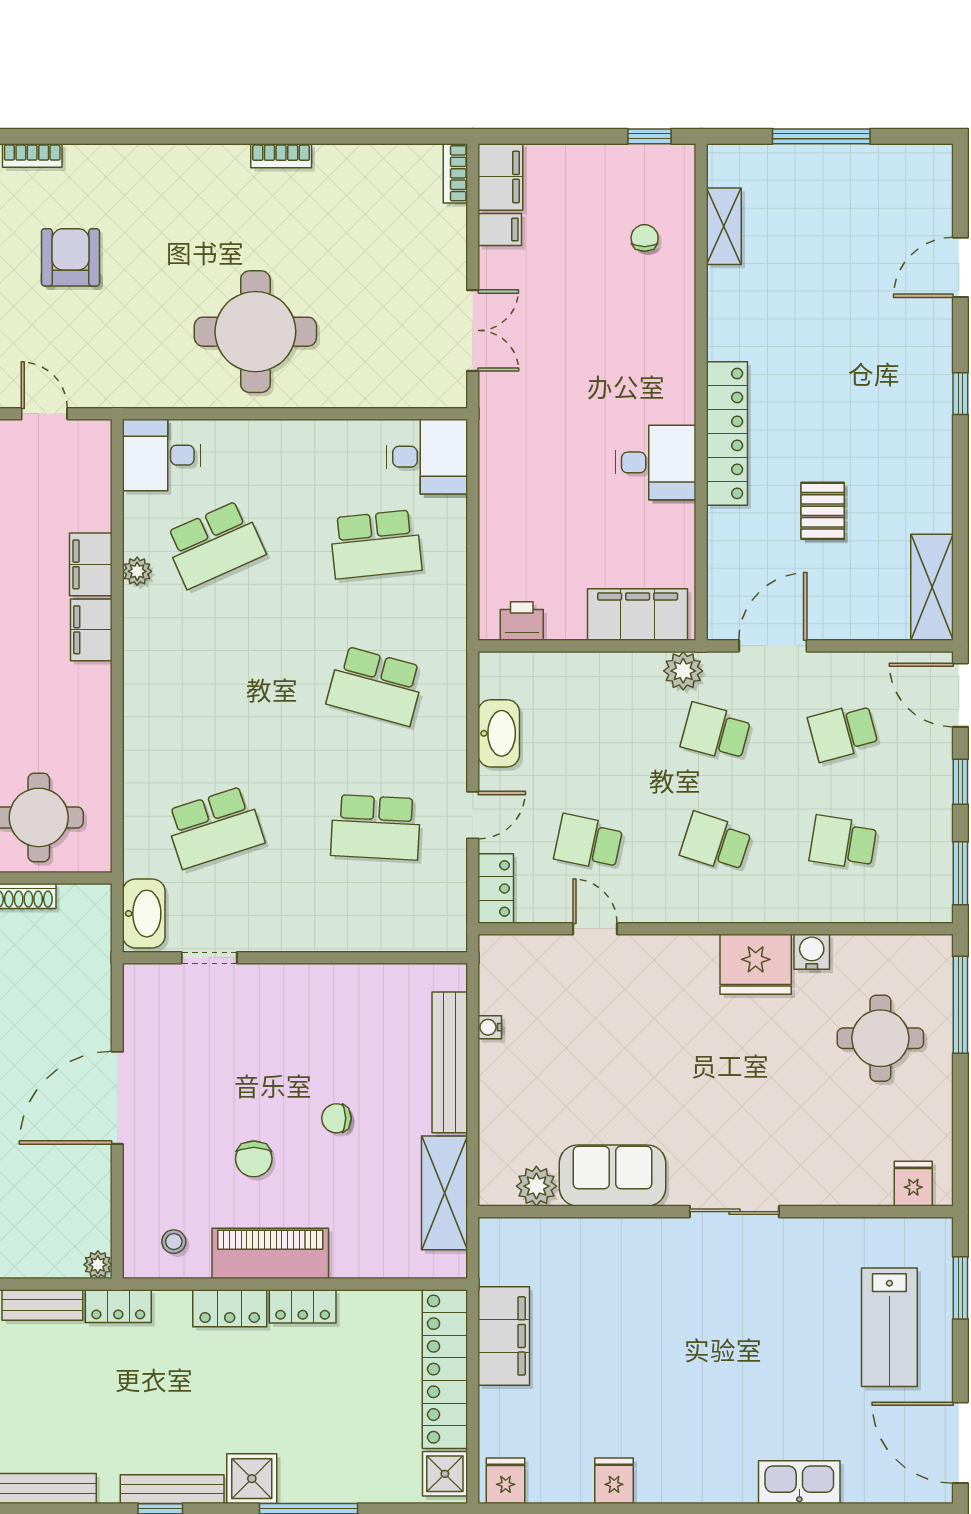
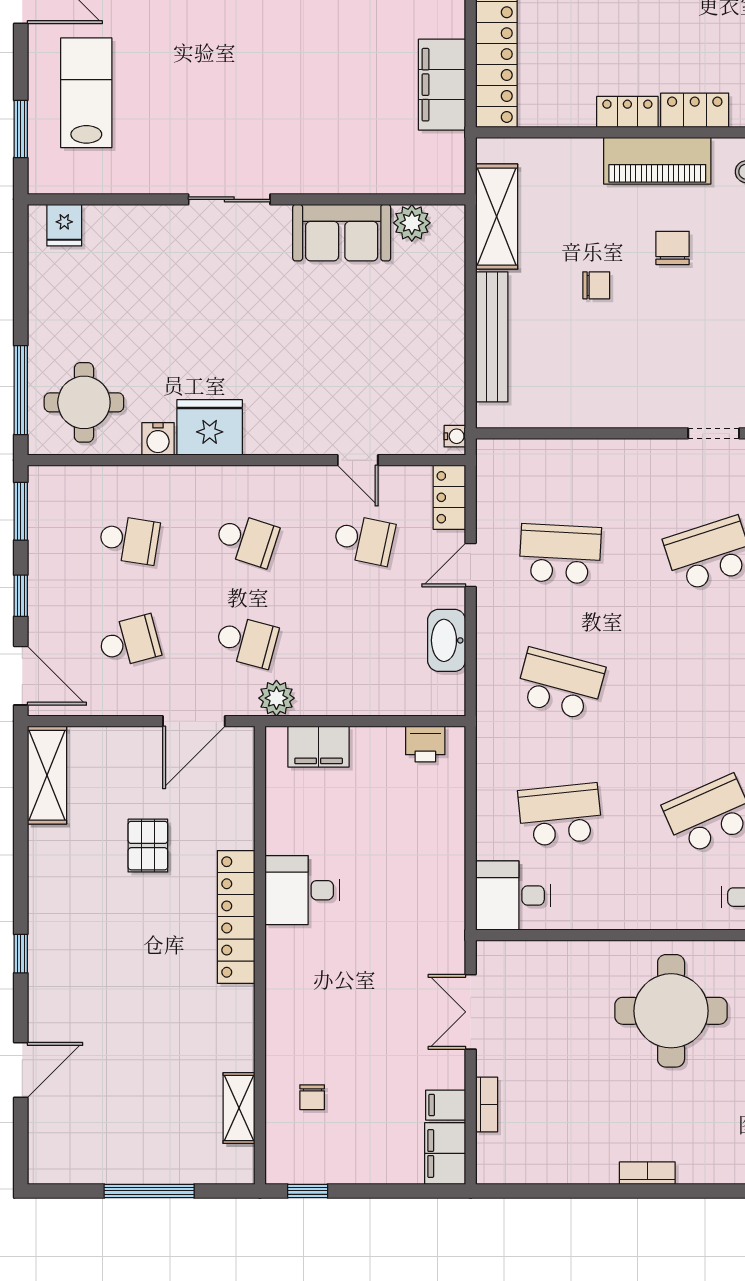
bookcase: (455, 173) -> (487, 1104), moved
filing cabinet: (638, 615) -> (319, 747), width x0.67, depth x0.86
water cooler: (490, 1027) -> (455, 436), moved
round table: (880, 1038) -> (84, 402), moved

